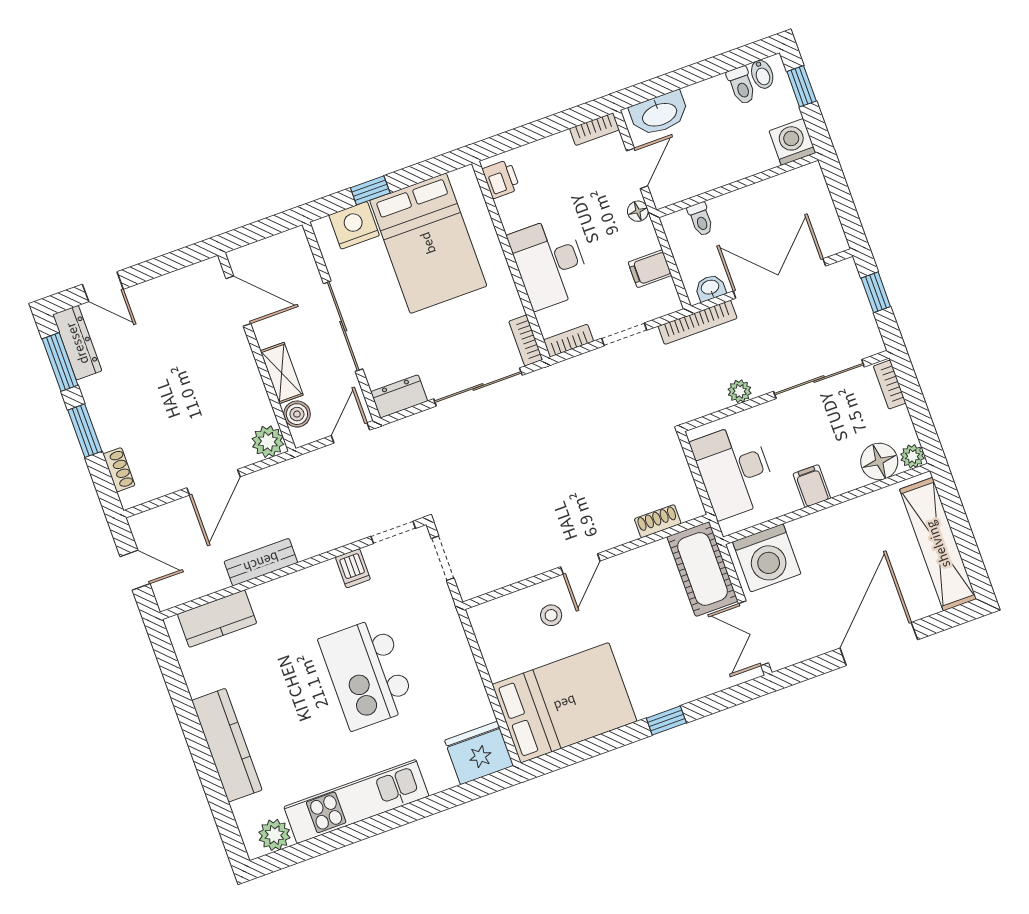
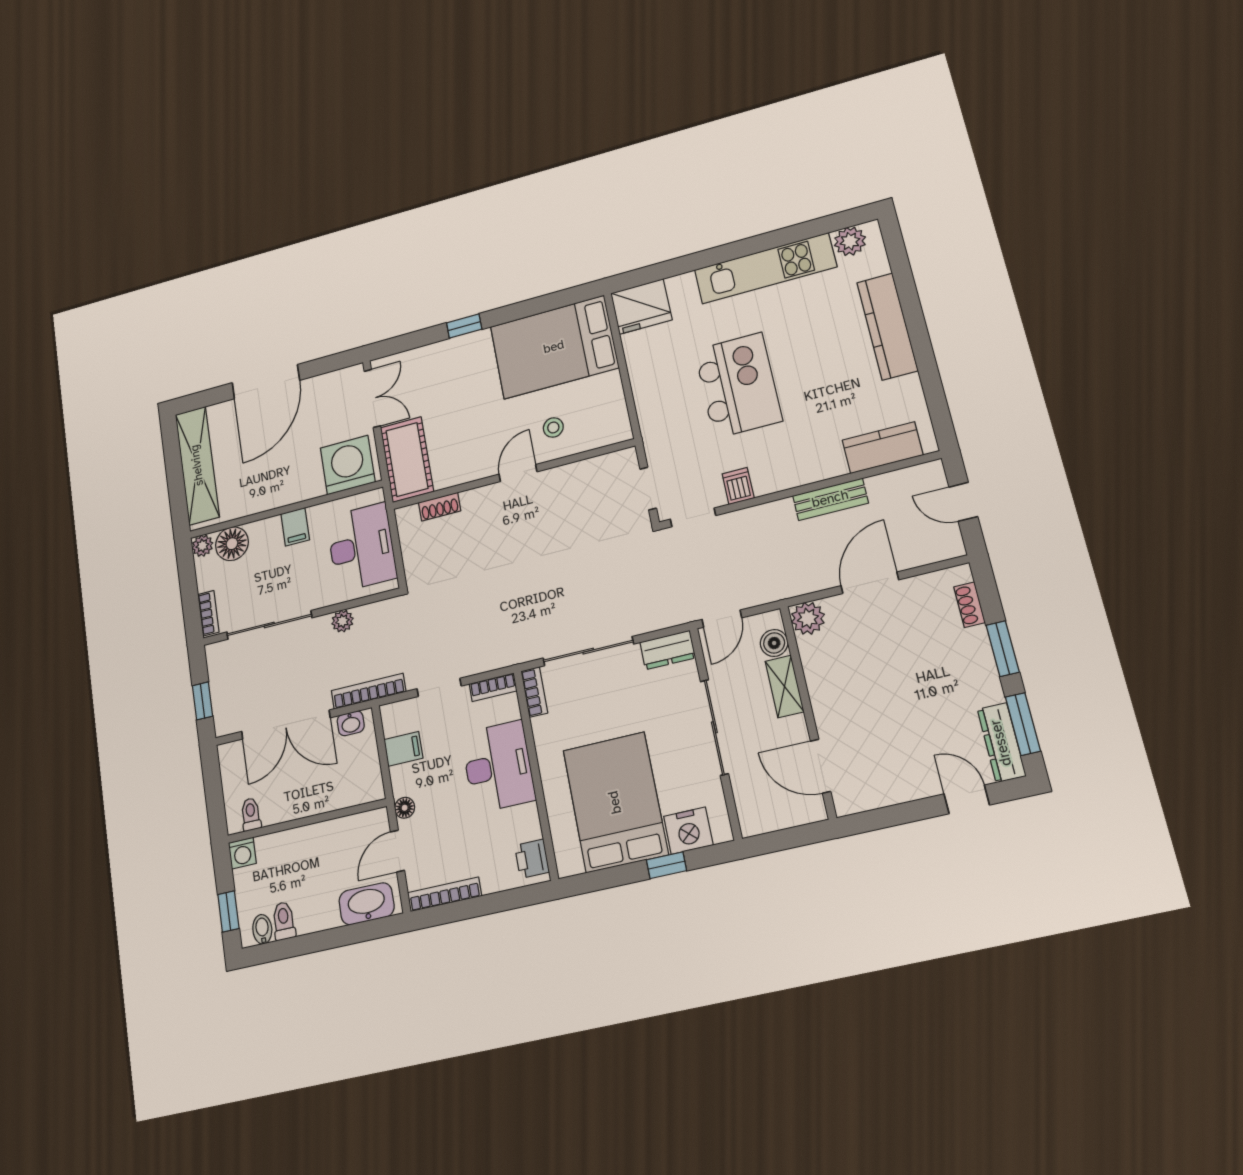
bookcase: (594, 129) -> (444, 894), width x1.56
washing machine: (792, 142) -> (242, 853), width x0.73, depth x0.73
toilet: (701, 219) -> (251, 814), moved

